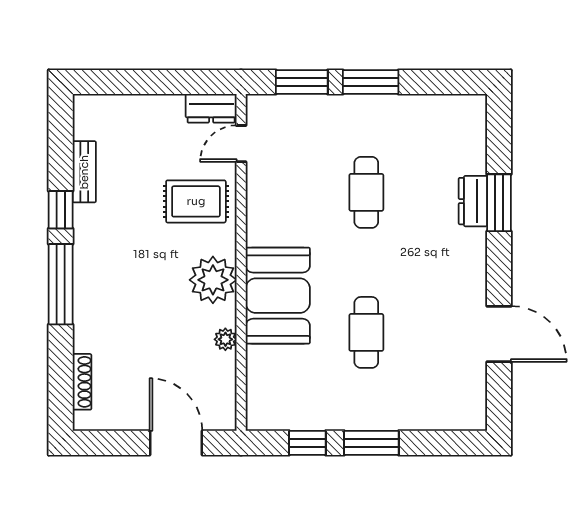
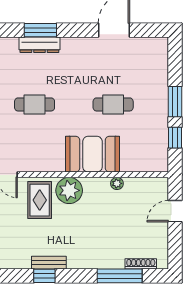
bench: (84, 172) -> (49, 263), moved
dresser: (473, 201) -> (39, 45), width x1.44
plant: (213, 280) -> (69, 190), moved
window: (61, 284) -> (120, 276), moved
door: (176, 443) -> (175, 211), width x0.73

